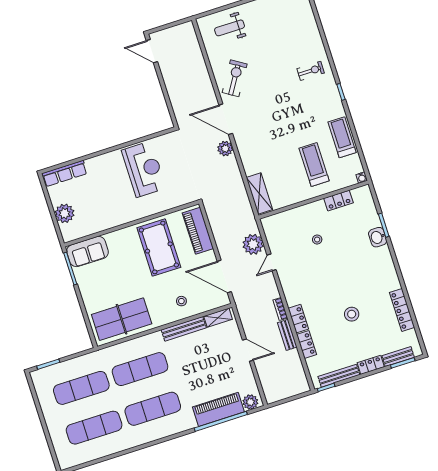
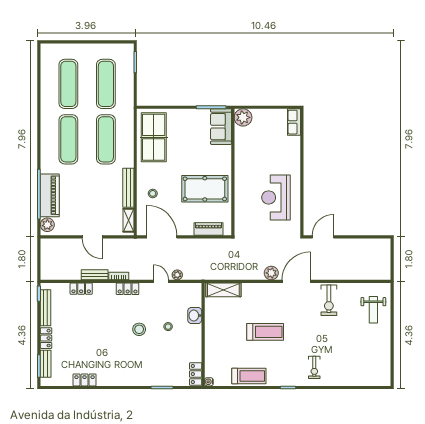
weight bench: (230, 28) -> (373, 310), turned 180
door: (152, 51) -> (323, 237), moved
exercise bike: (235, 78) -> (329, 300), turned 58
treadmill: (314, 164) -> (265, 332), moved
reception desk: (144, 169) -> (276, 197), turned 90
row of seats: (64, 173) -> (294, 122), width x0.68
locker: (339, 201) -> (196, 374), moved
plant: (65, 213) -> (243, 117), moved
piano: (198, 231) -> (208, 229), width x0.73, depth x0.75
washbasin: (378, 237) -> (195, 315), moved, turned -90
plant: (253, 244) -> (177, 275), width x0.53, depth x0.53
door: (224, 277) -> (162, 237), hinge flipped
locker: (402, 310) -> (85, 380), width x0.66
stool: (352, 314) -> (139, 329), moved
locker: (298, 319) -> (128, 289), moved
door: (248, 350) -> (92, 237), hinge flipped

